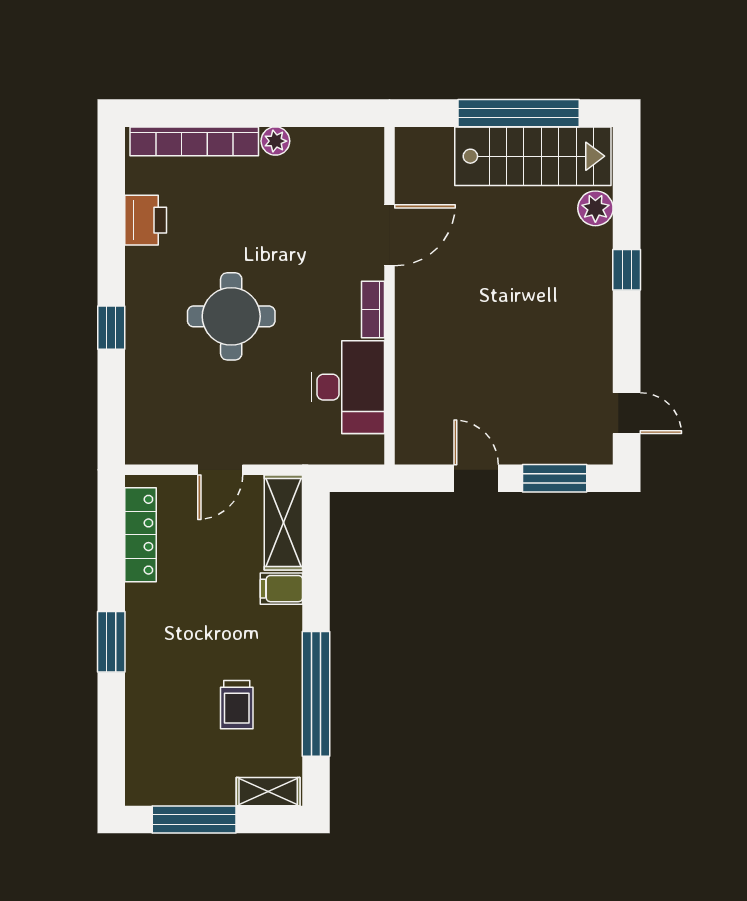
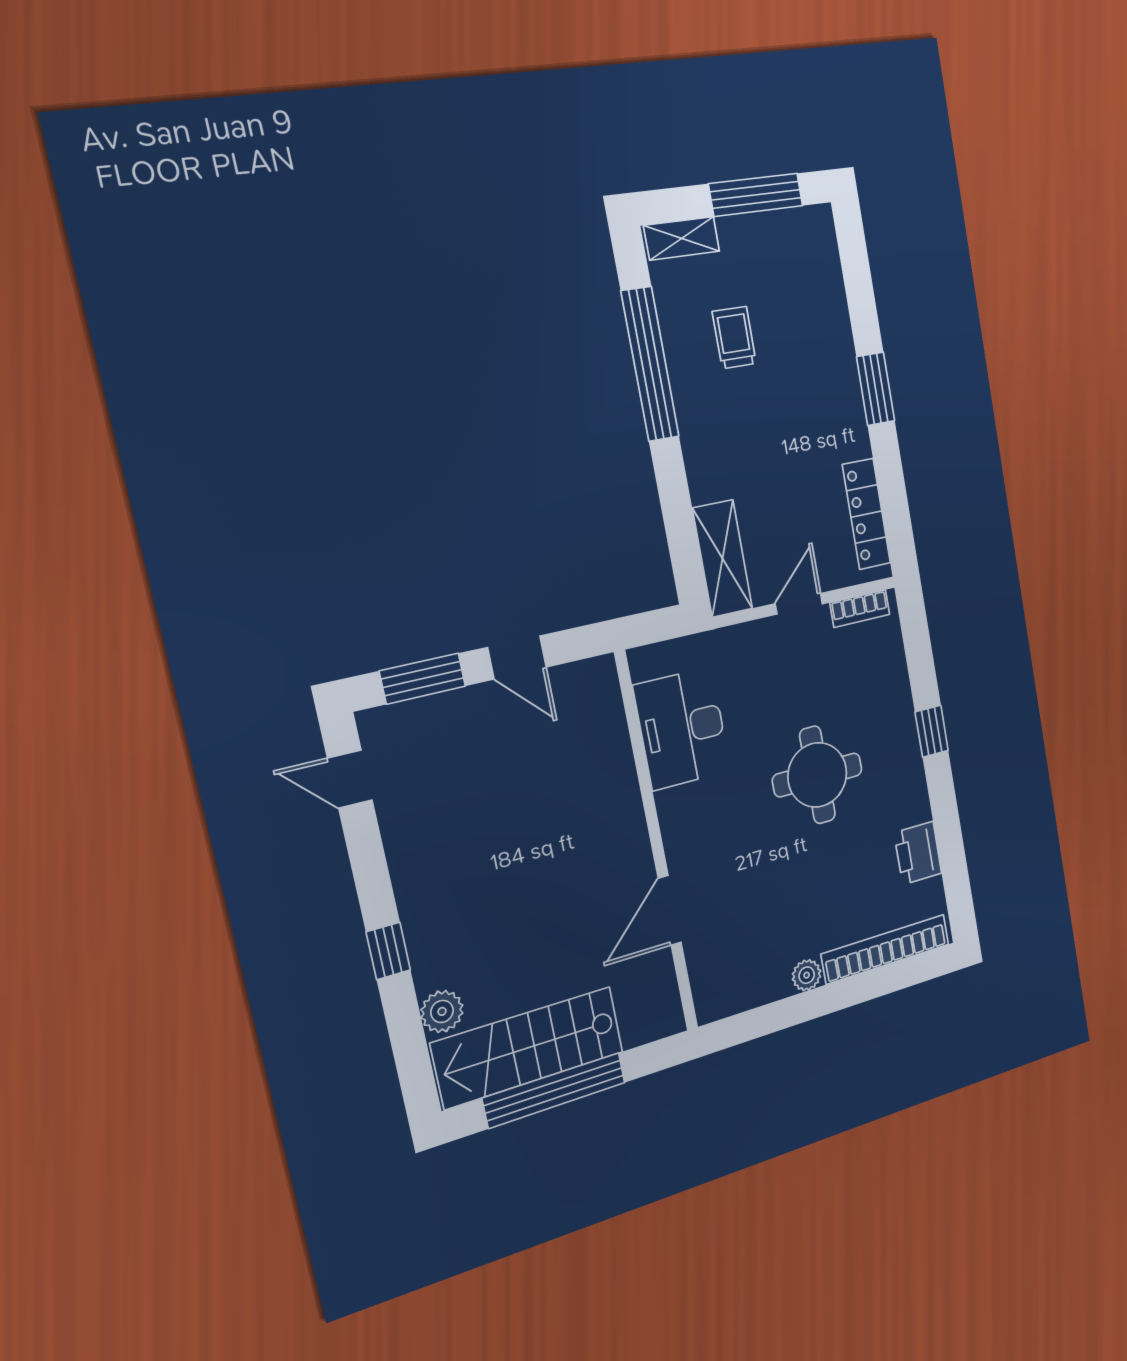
bookcase: (373, 310) -> (860, 609), moved, turned 90
filing cabinet: (281, 589) -> (711, 482), removed

